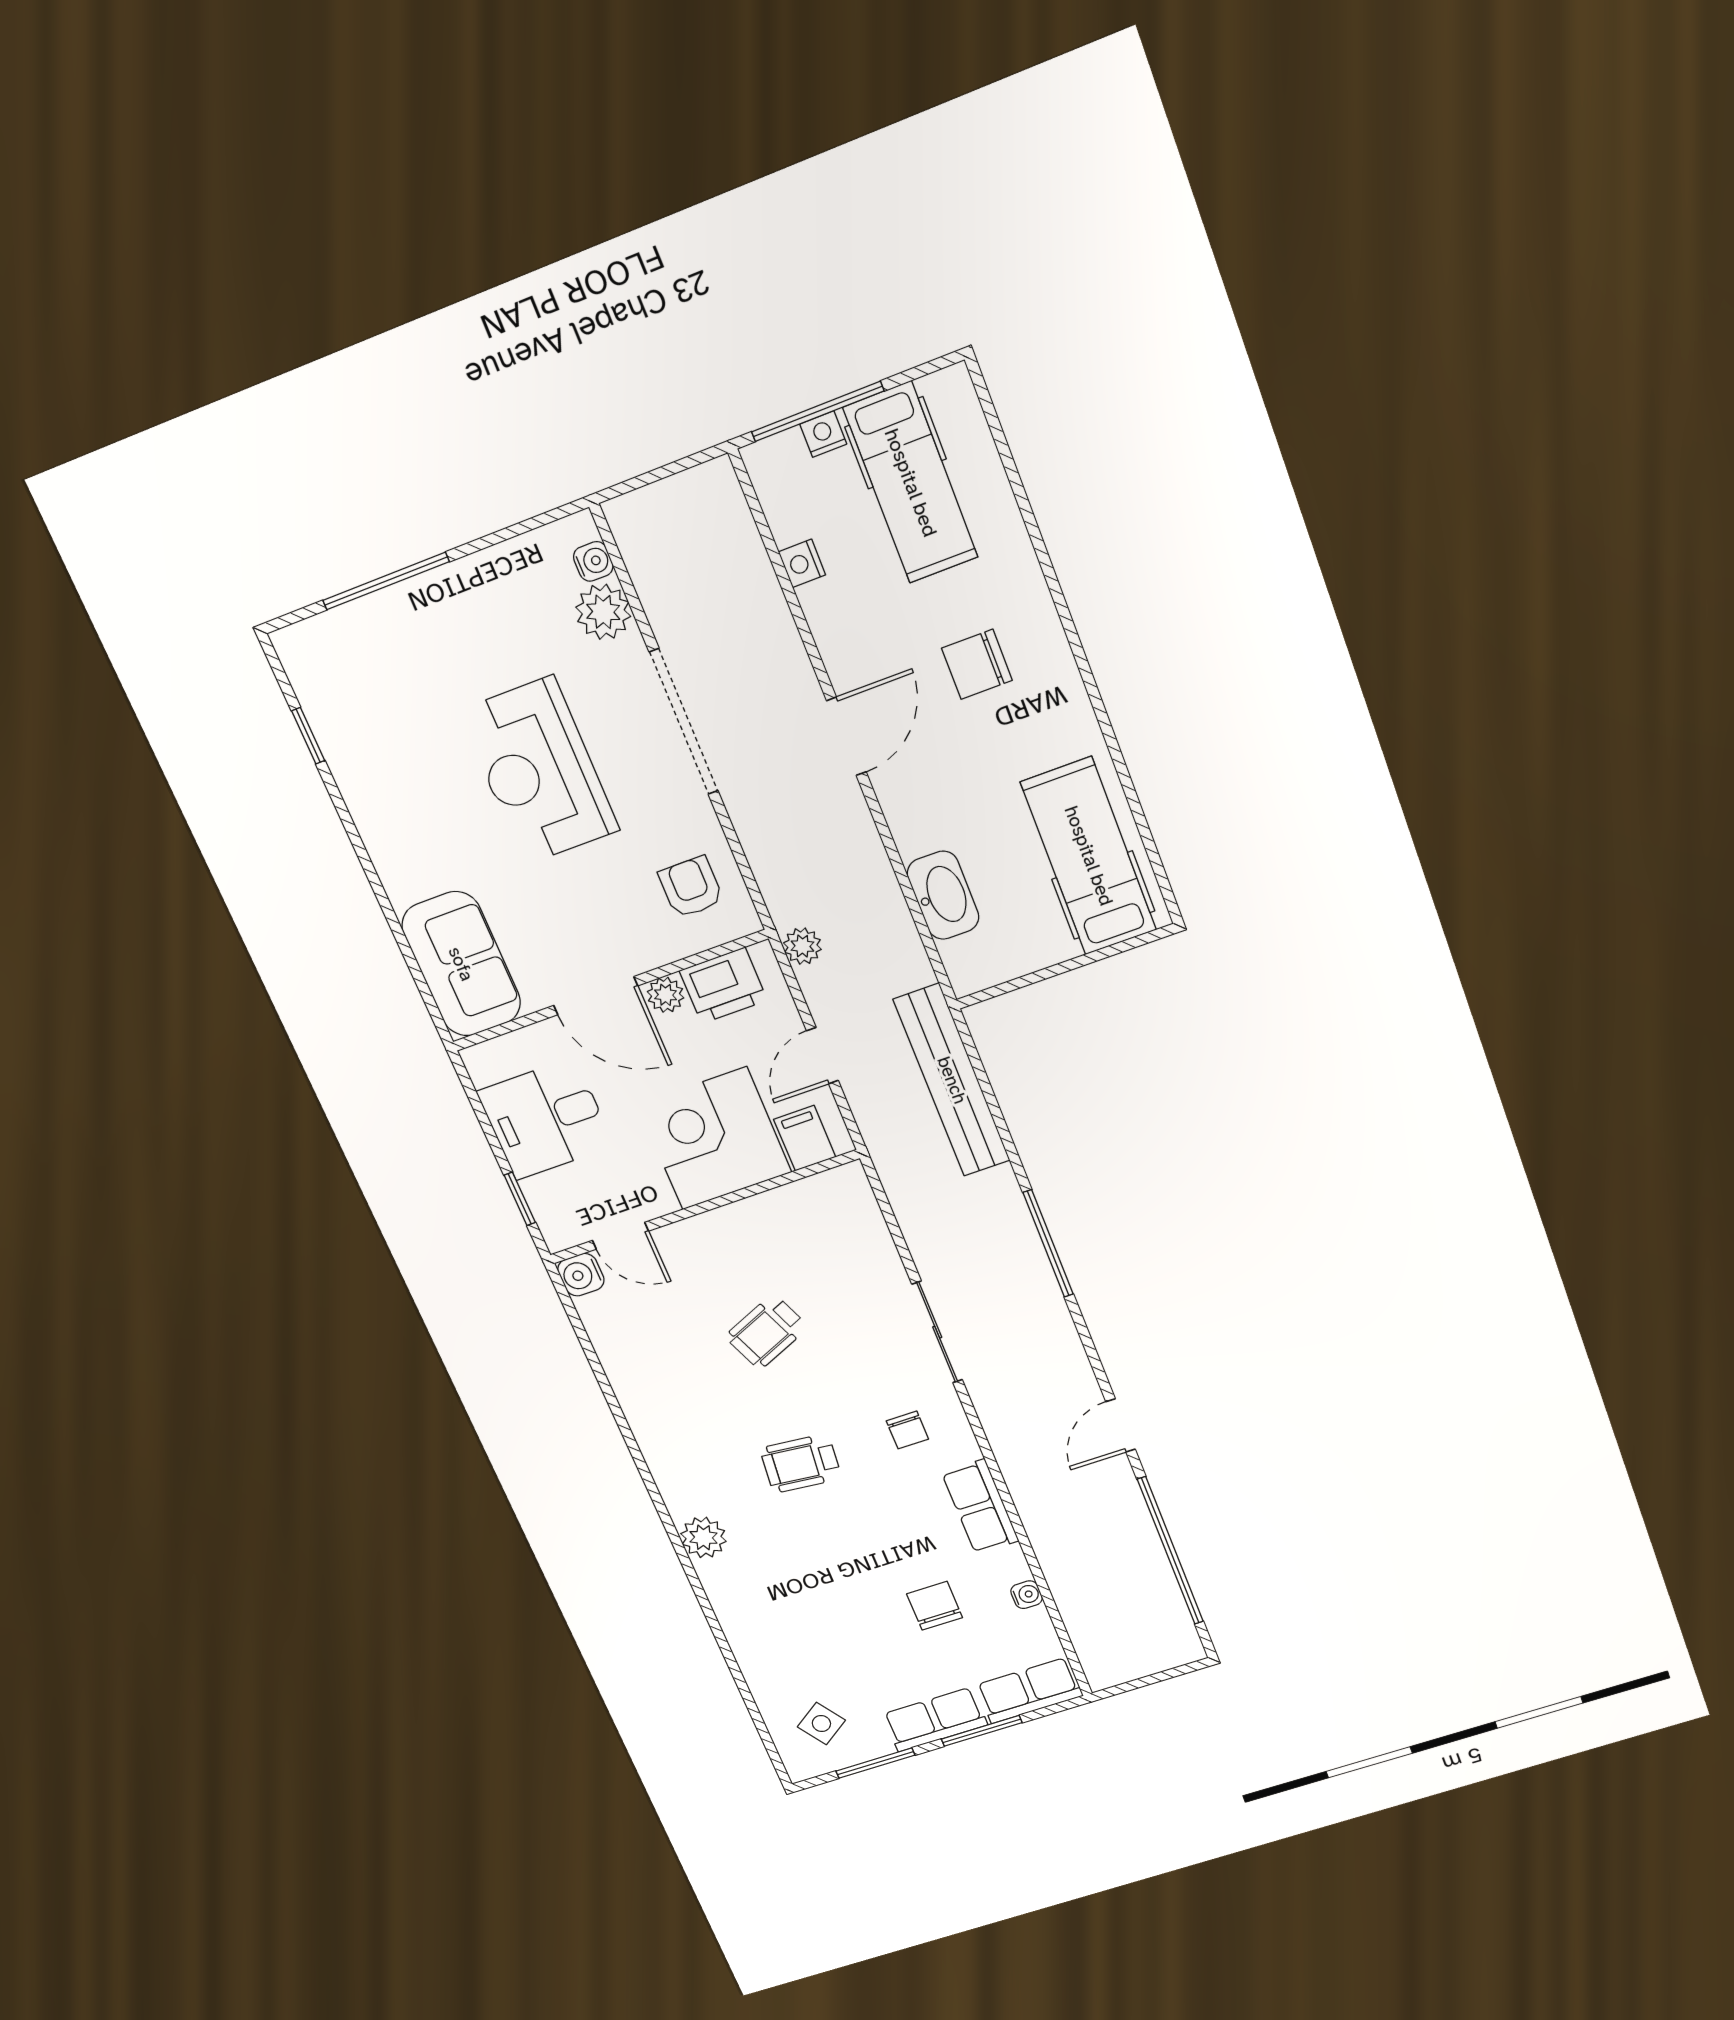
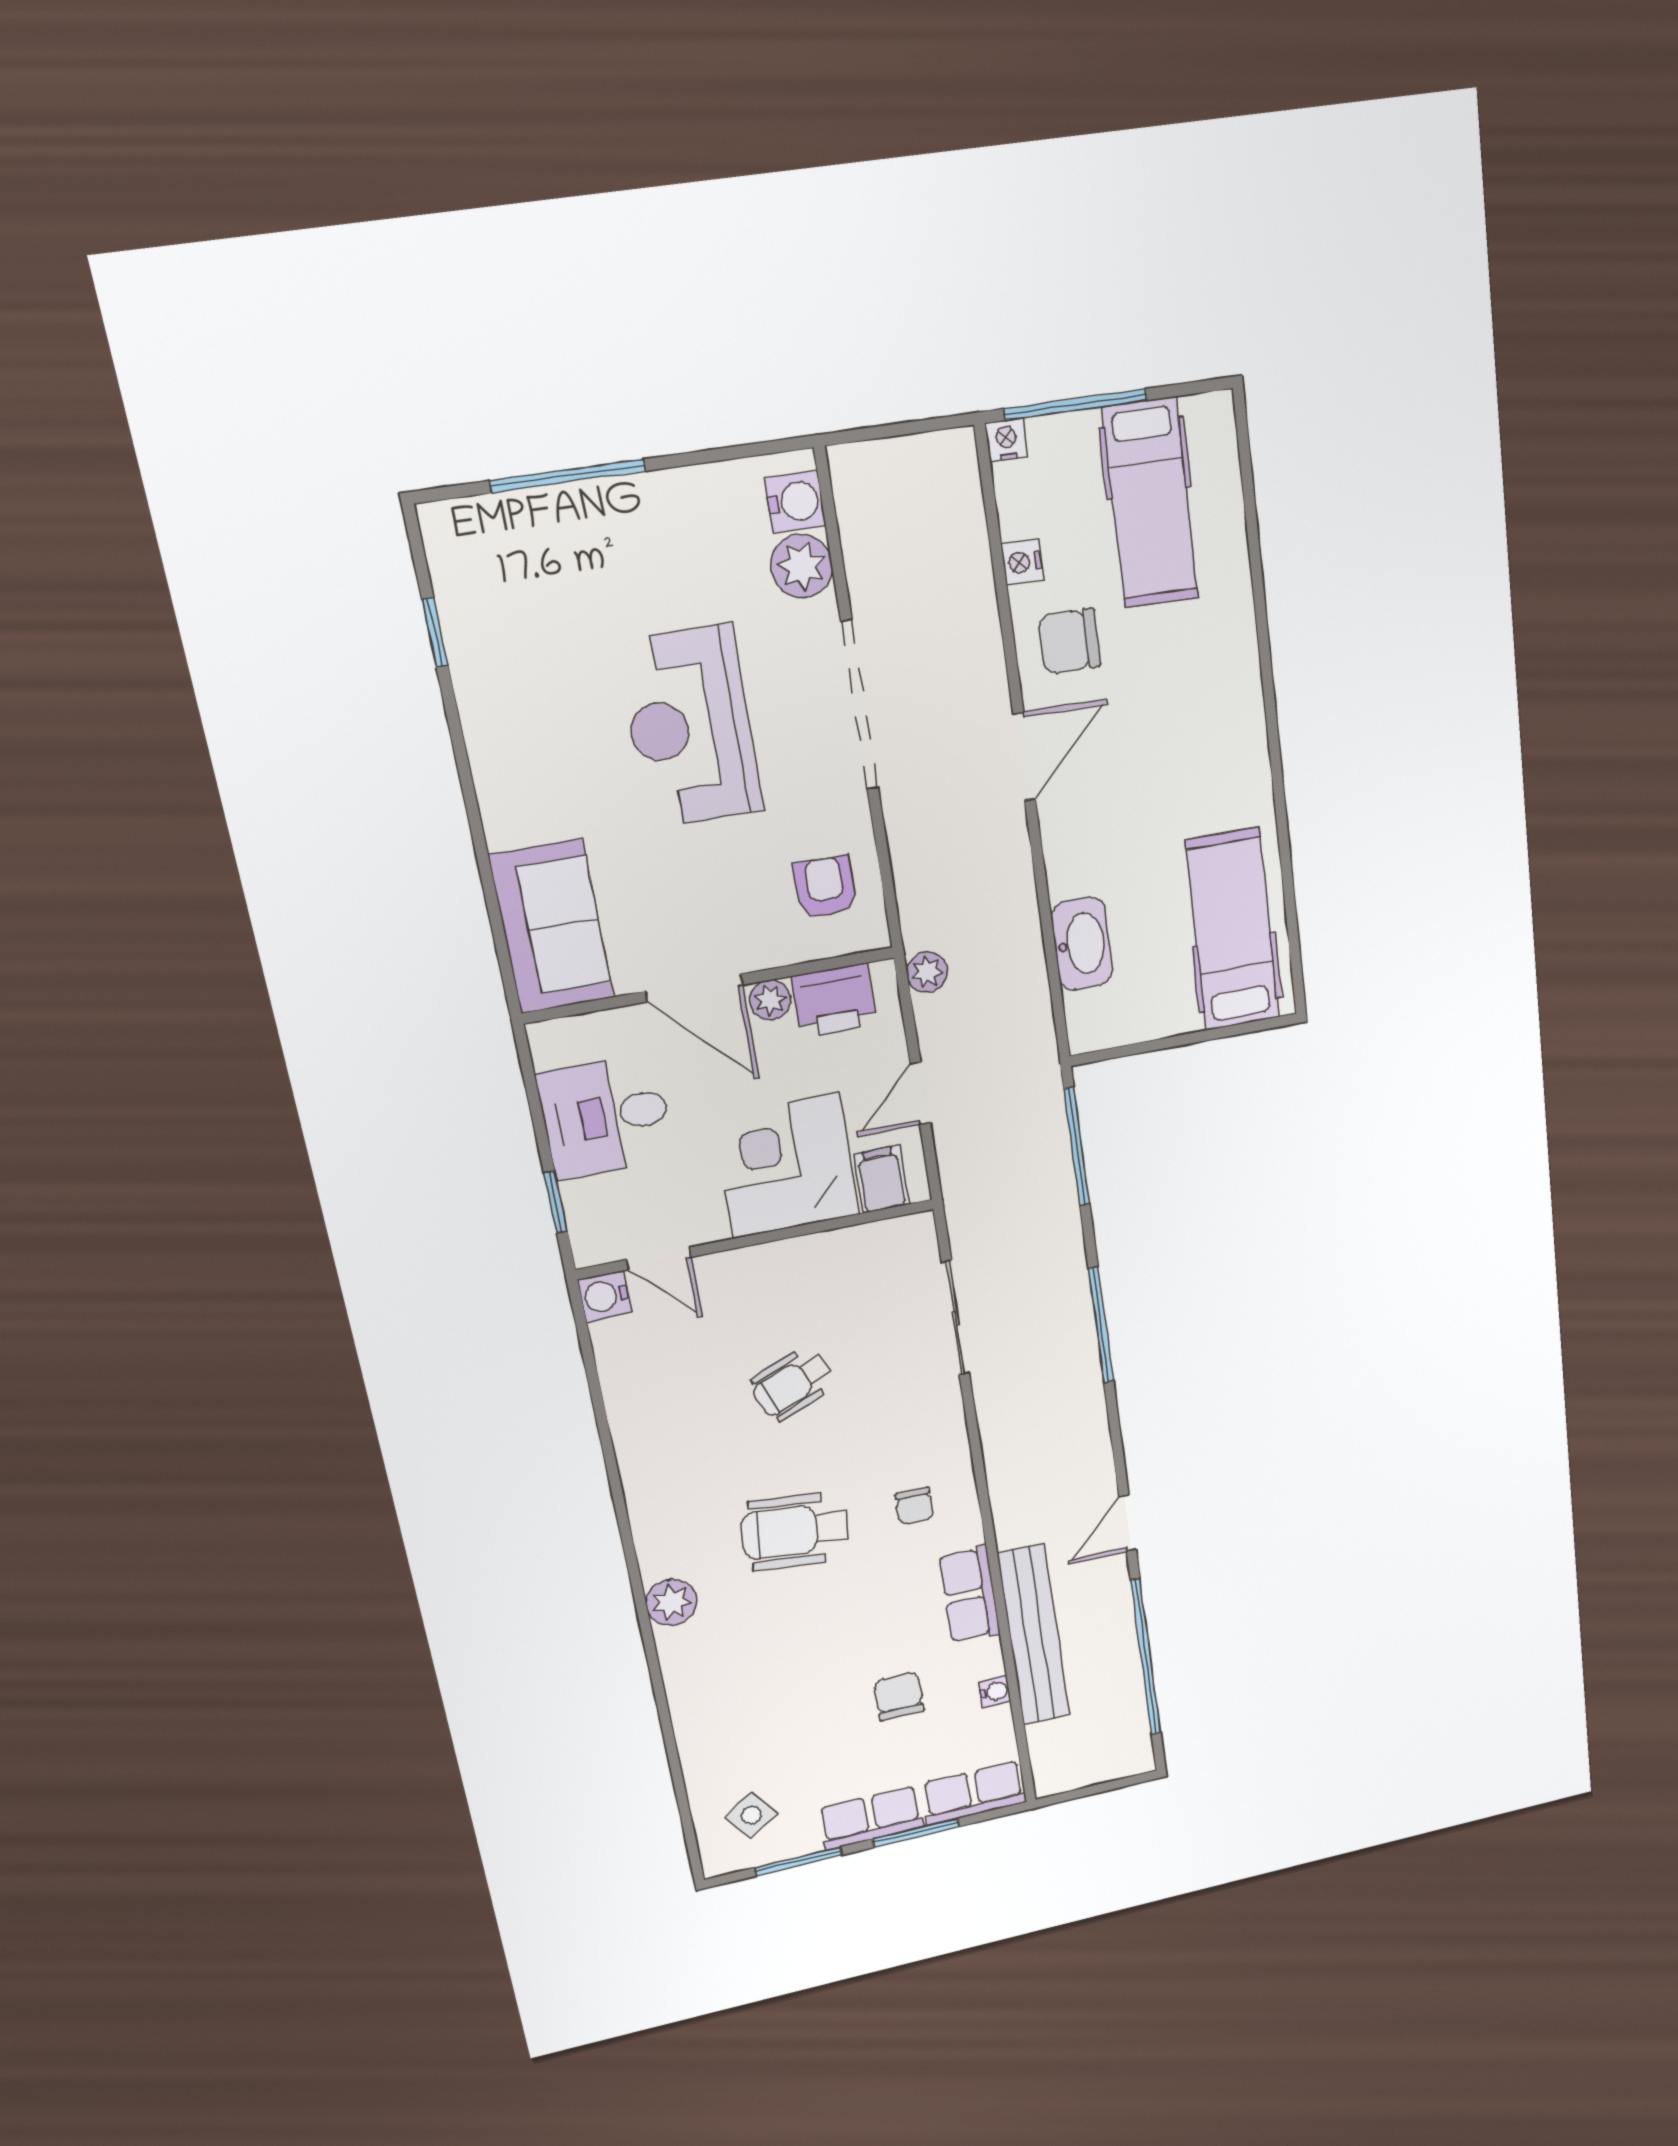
nightstand: (823, 434) -> (1006, 440), moved
water cooler: (593, 561) -> (795, 502), width x1.38, depth x1.38
chair: (977, 664) -> (1069, 641), moved
bench: (952, 1080) -> (1034, 1635), moved
window: (984, 1082) -> (1077, 1147), added
sliding door: (937, 1332) -> (956, 1318), moved
wheelchair: (801, 1463) -> (795, 1531), width x1.36, depth x1.37

